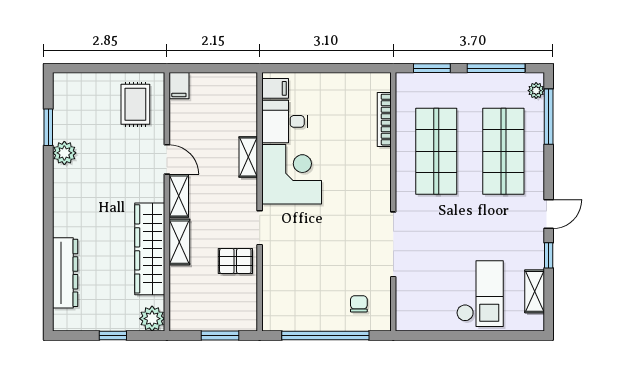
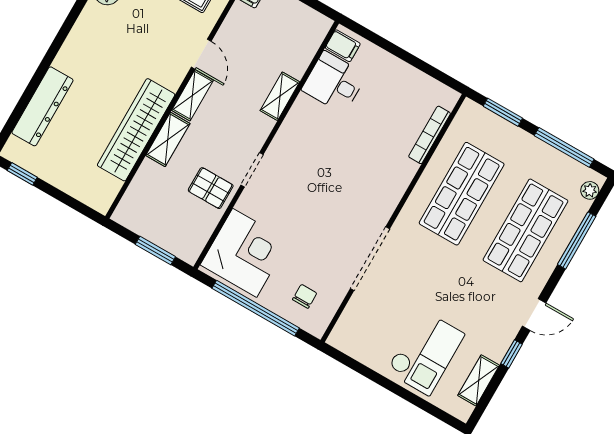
window: (549, 117) -> (577, 240), moved
corner desk: (292, 174) -> (245, 253), moved
plant: (152, 319) -> (100, 197), removed
window: (113, 336) -> (22, 174), moved

